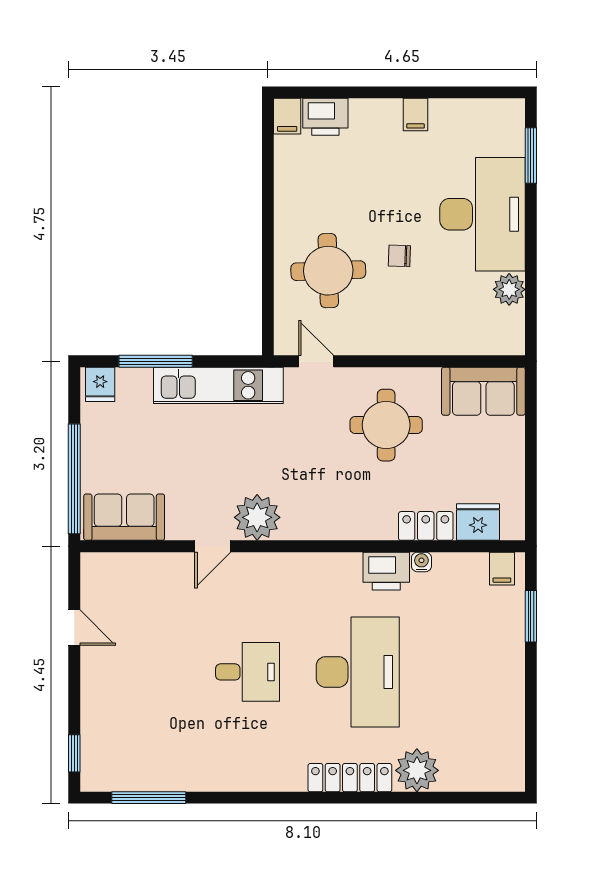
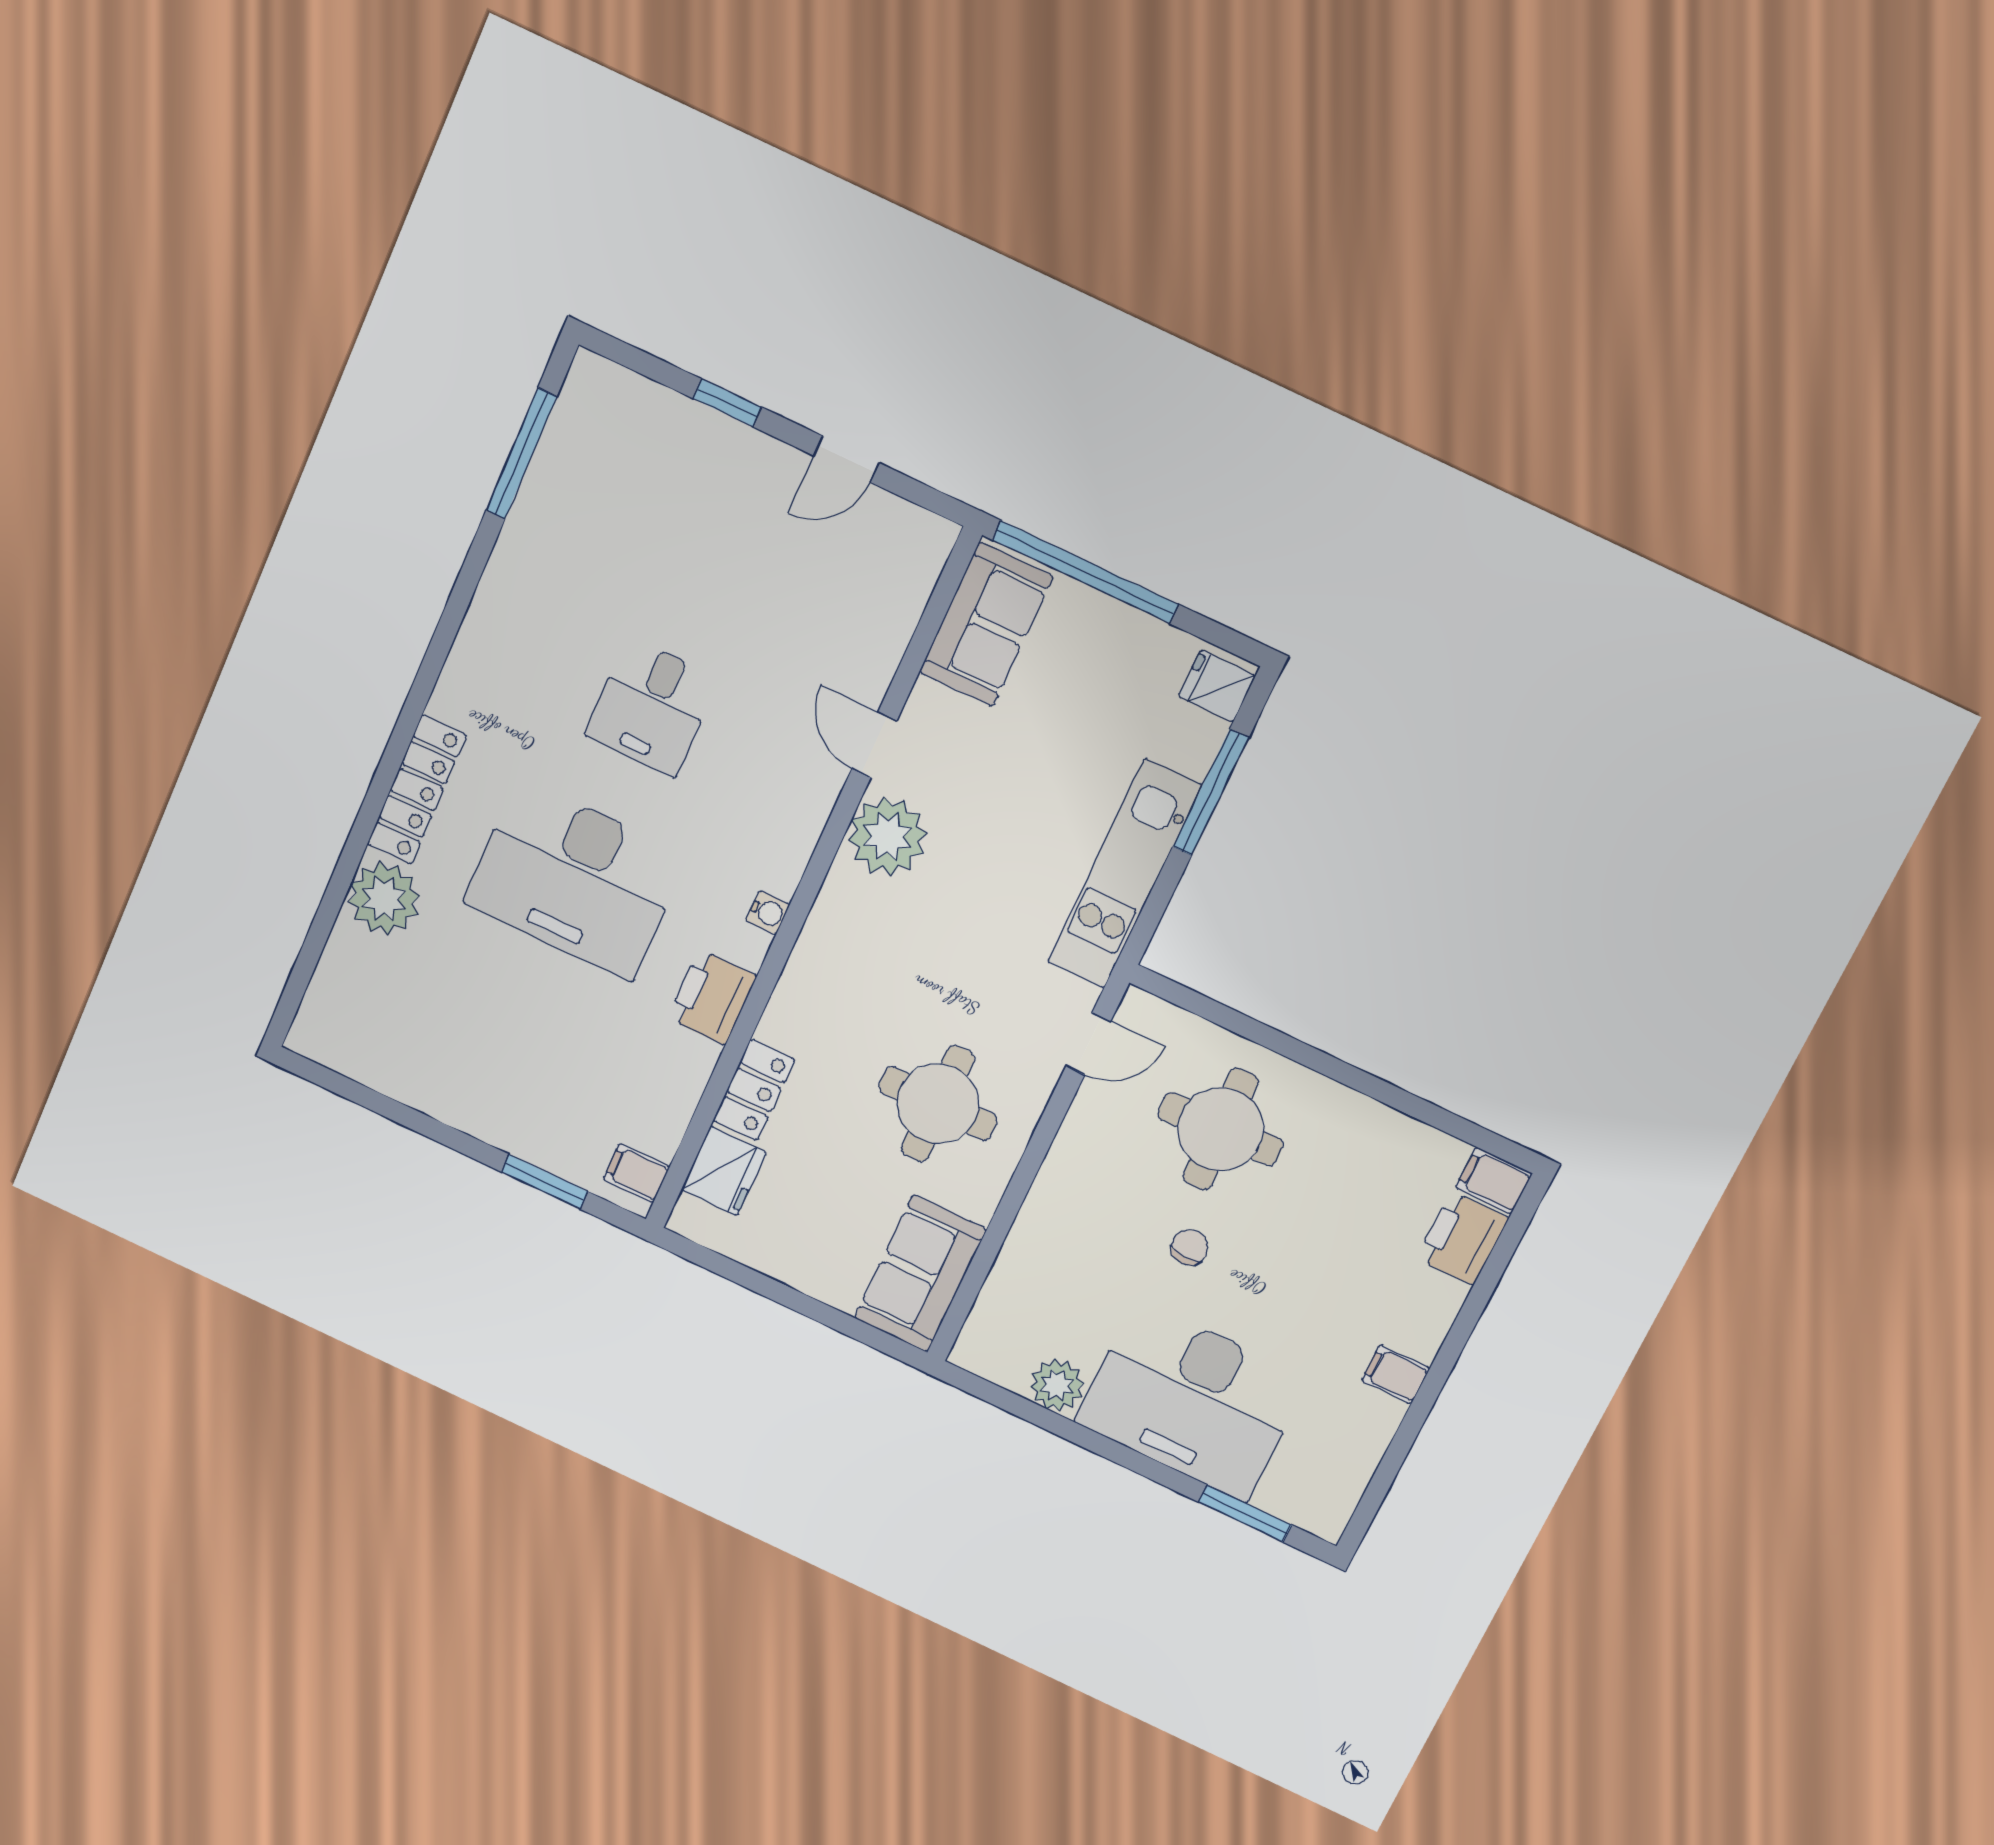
water cooler: (421, 562) -> (768, 913), moved
window: (74, 753) -> (727, 403), moved

